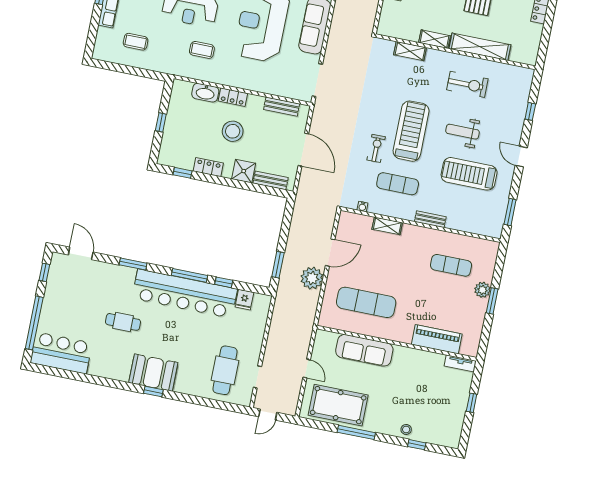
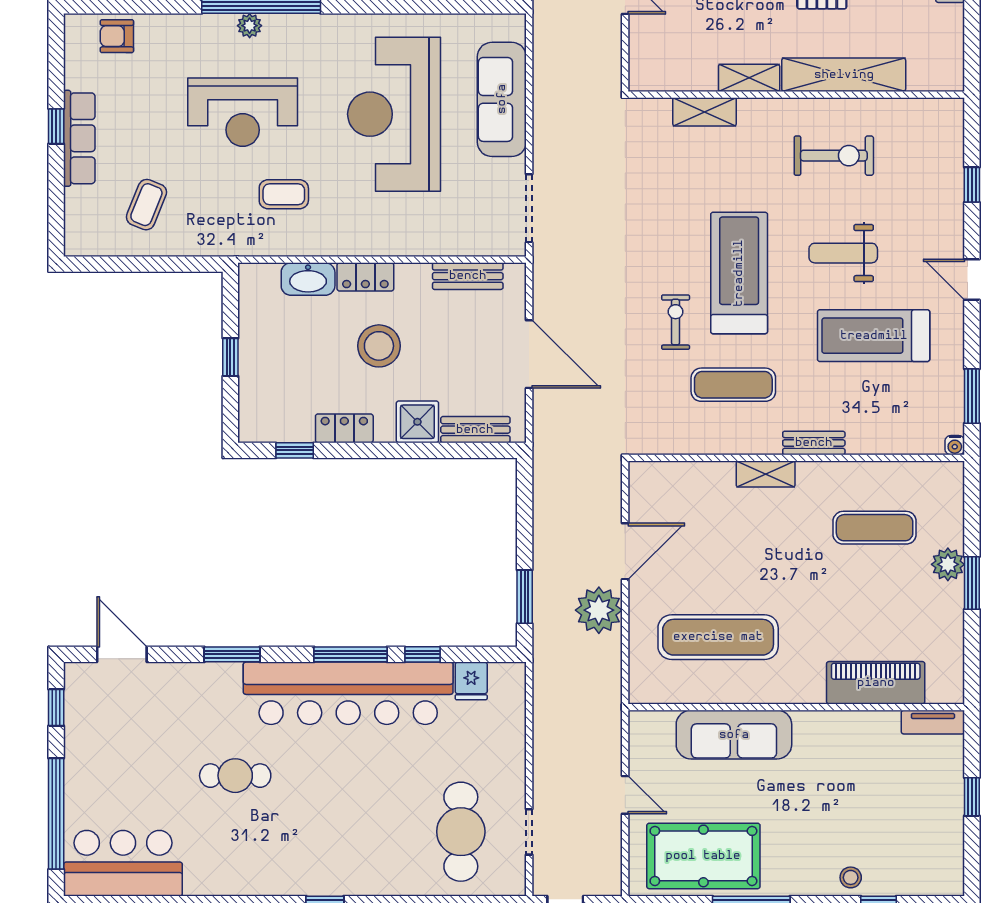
coffee table: (136, 42) -> (146, 205), turned -68
water cooler: (362, 207) -> (955, 445), moved
shelving: (387, 226) -> (766, 474), moved
booth: (153, 373) -> (317, 866), removed

